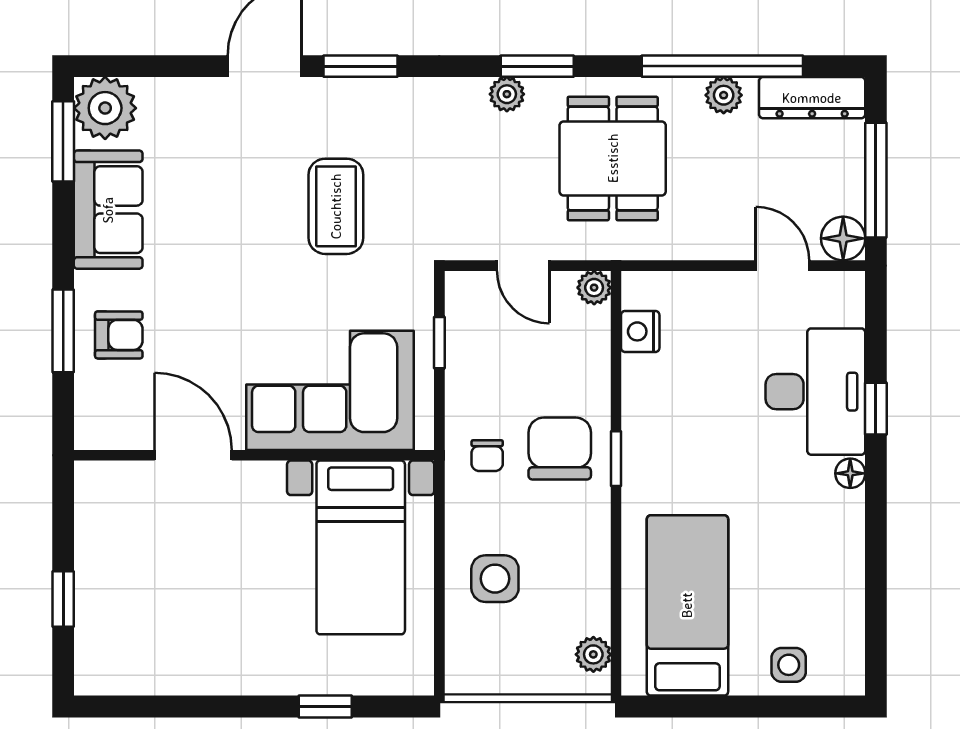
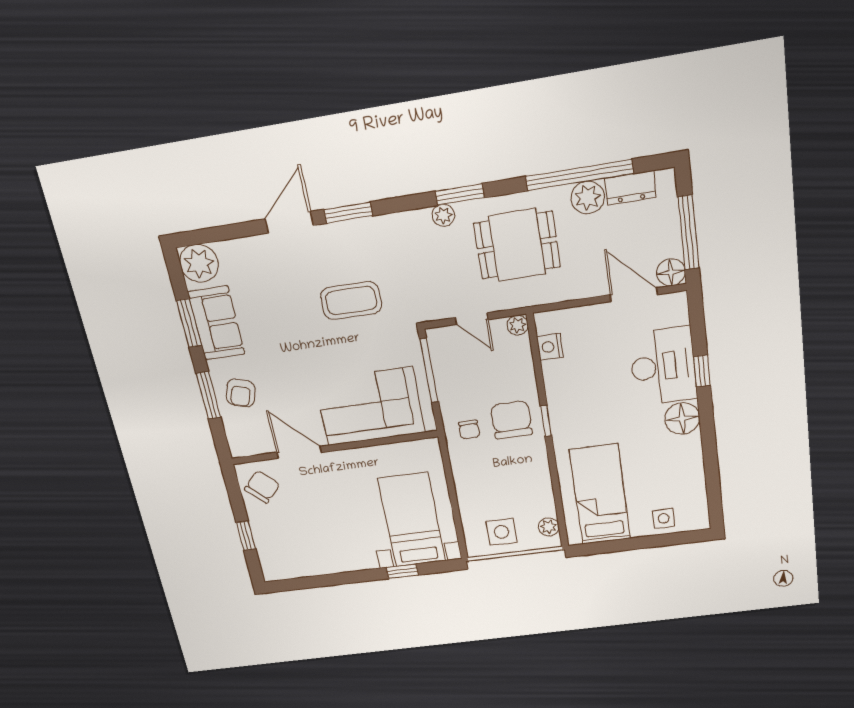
plant: (724, 95) -> (588, 198), width x1.38, depth x1.38
dresser: (812, 98) -> (630, 188), width x0.70
window: (63, 141) -> (189, 323), moved
dining table: (613, 158) -> (517, 245), turned 90
coffee table: (336, 206) -> (351, 301), turned 90
door: (783, 266) -> (634, 295), width x1.38
armchair: (119, 335) -> (241, 393), turned 107
window: (439, 343) -> (429, 371), width x2.17
floor lamp: (850, 473) -> (682, 418), width x1.89, depth x1.89
chair: (114, 510) -> (262, 487), added
bed with nightstands: (361, 547) -> (412, 520), moved, turned 180
side table: (495, 579) -> (501, 532), moved

